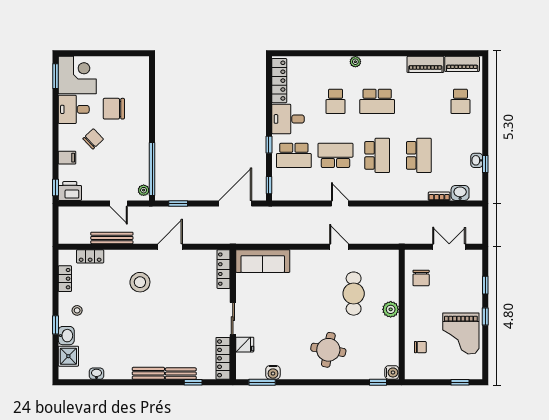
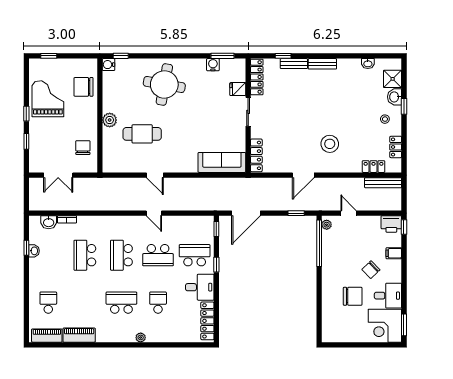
bench: (112, 238) -> (383, 183), moved
cafe table: (354, 294) -> (142, 134), turned 90
chair: (420, 347) -> (84, 87), width x1.87, depth x1.87
round table: (328, 350) -> (164, 84), width x1.36, depth x1.36

